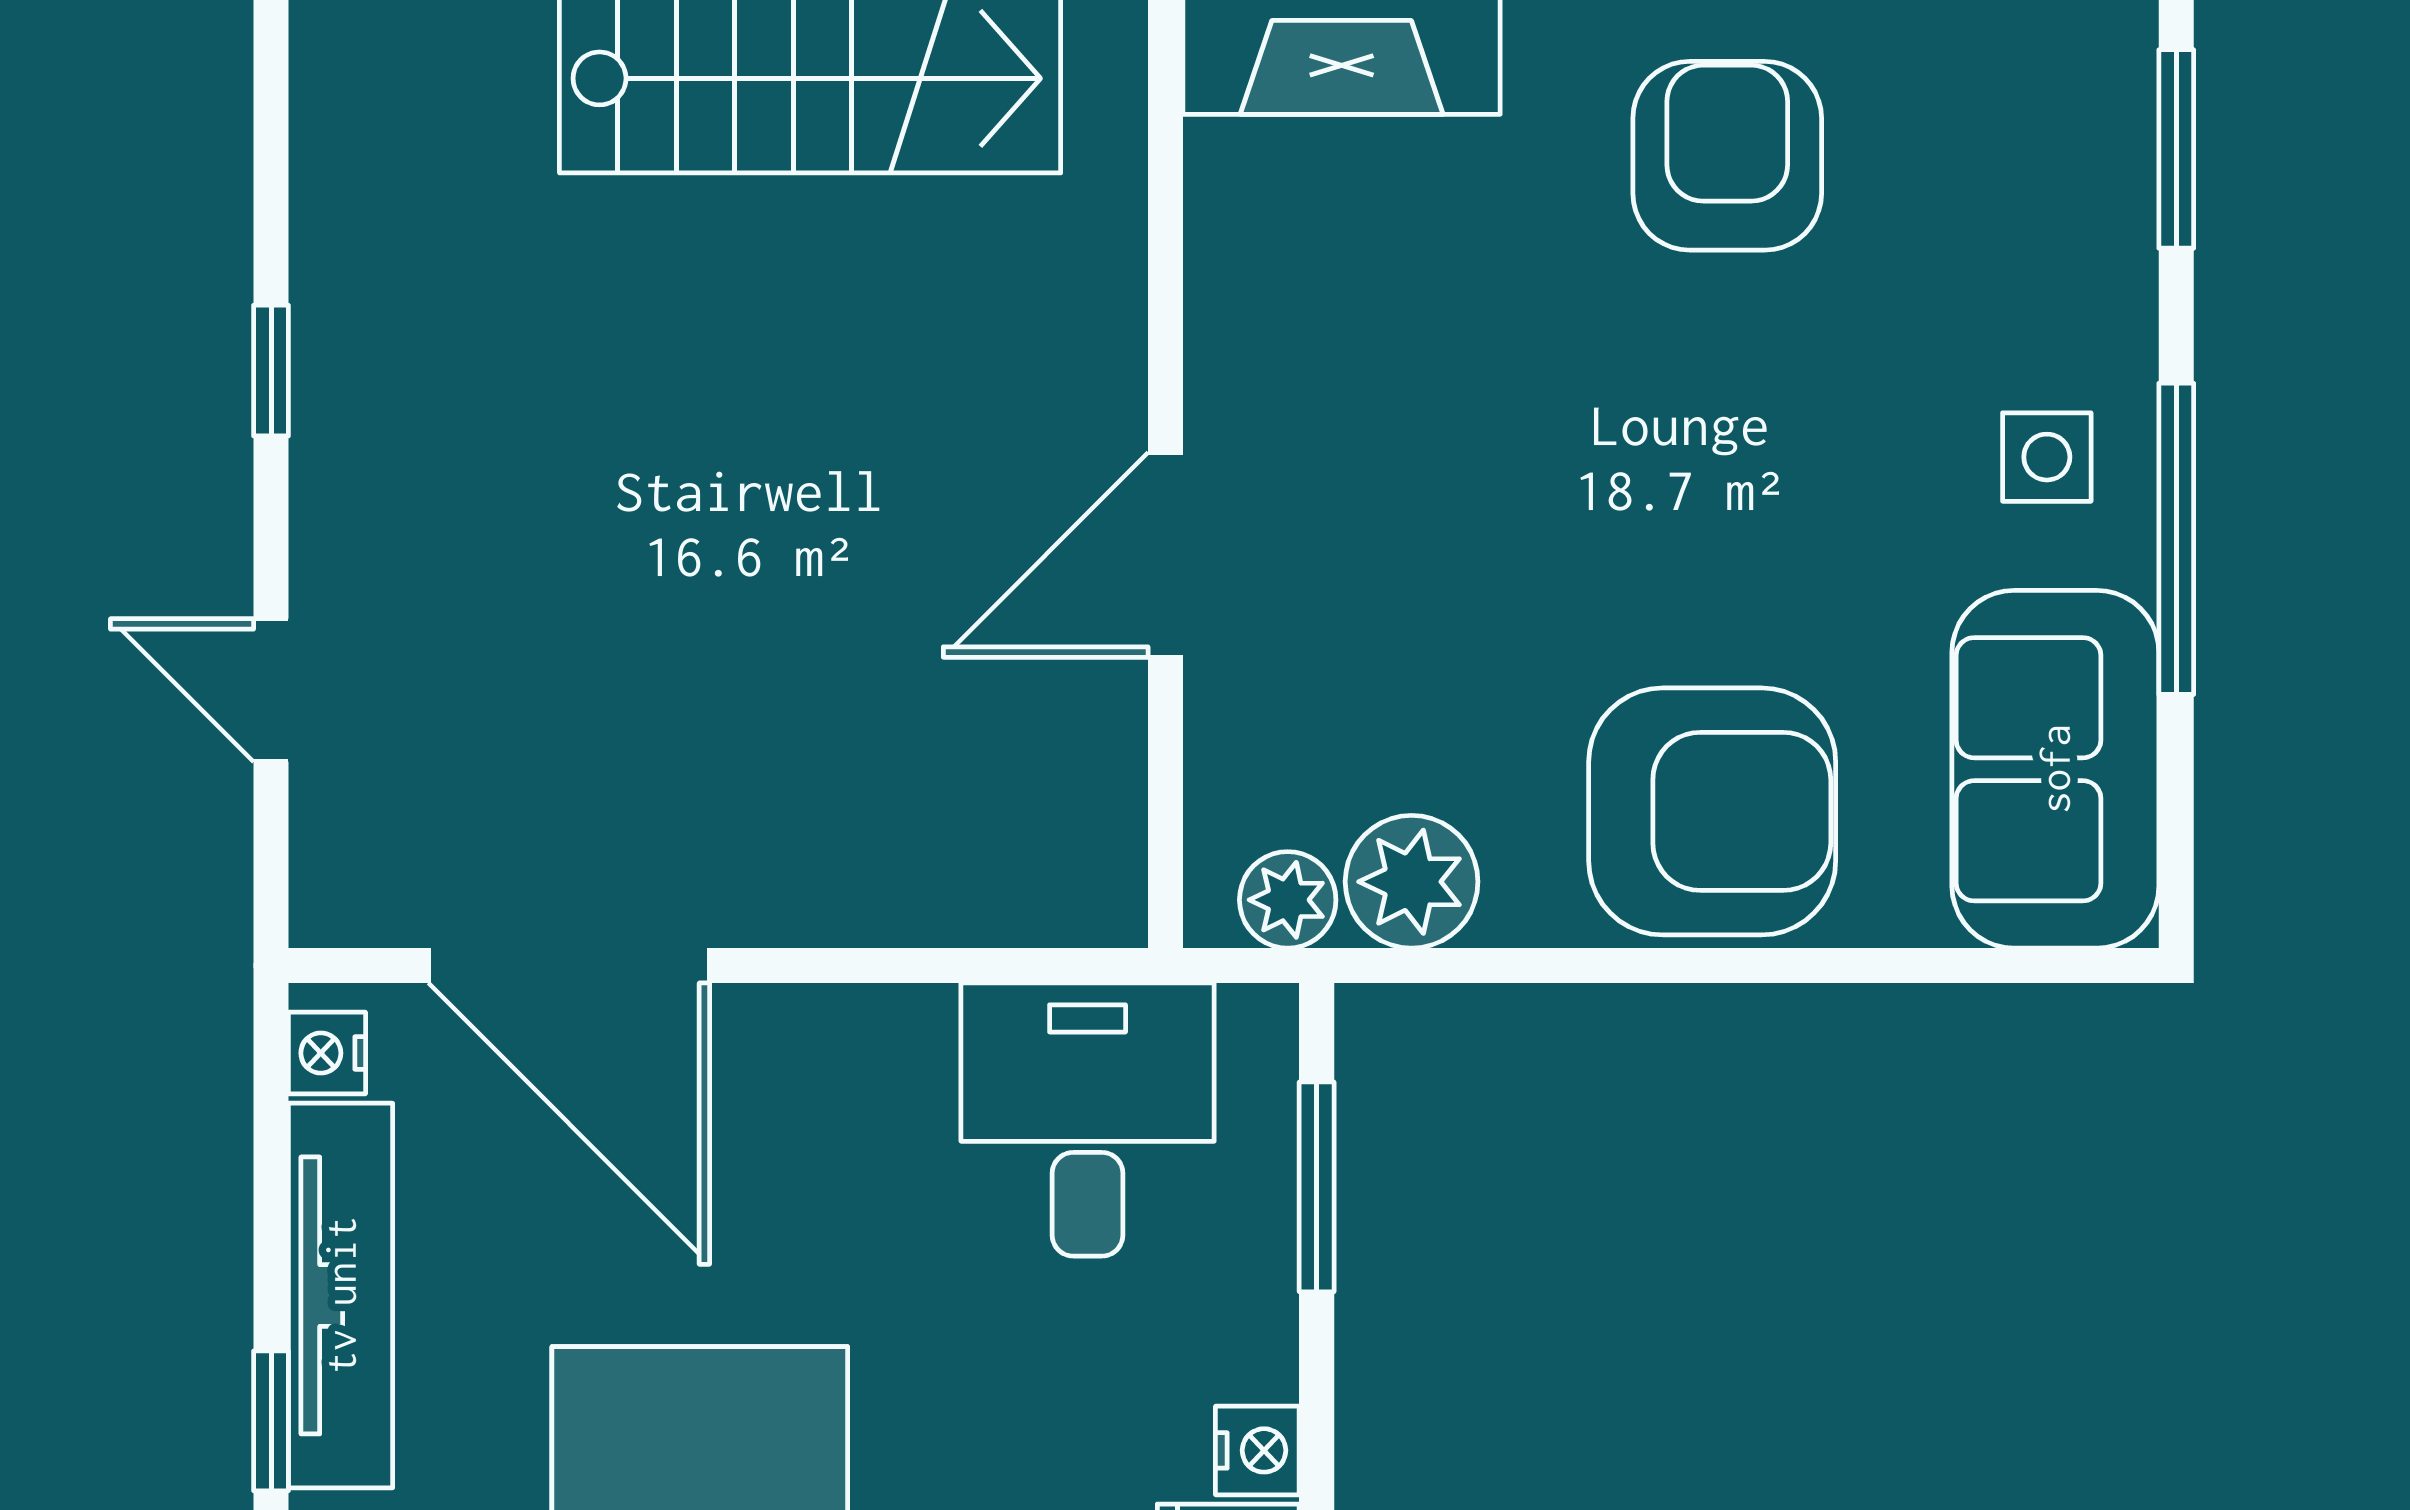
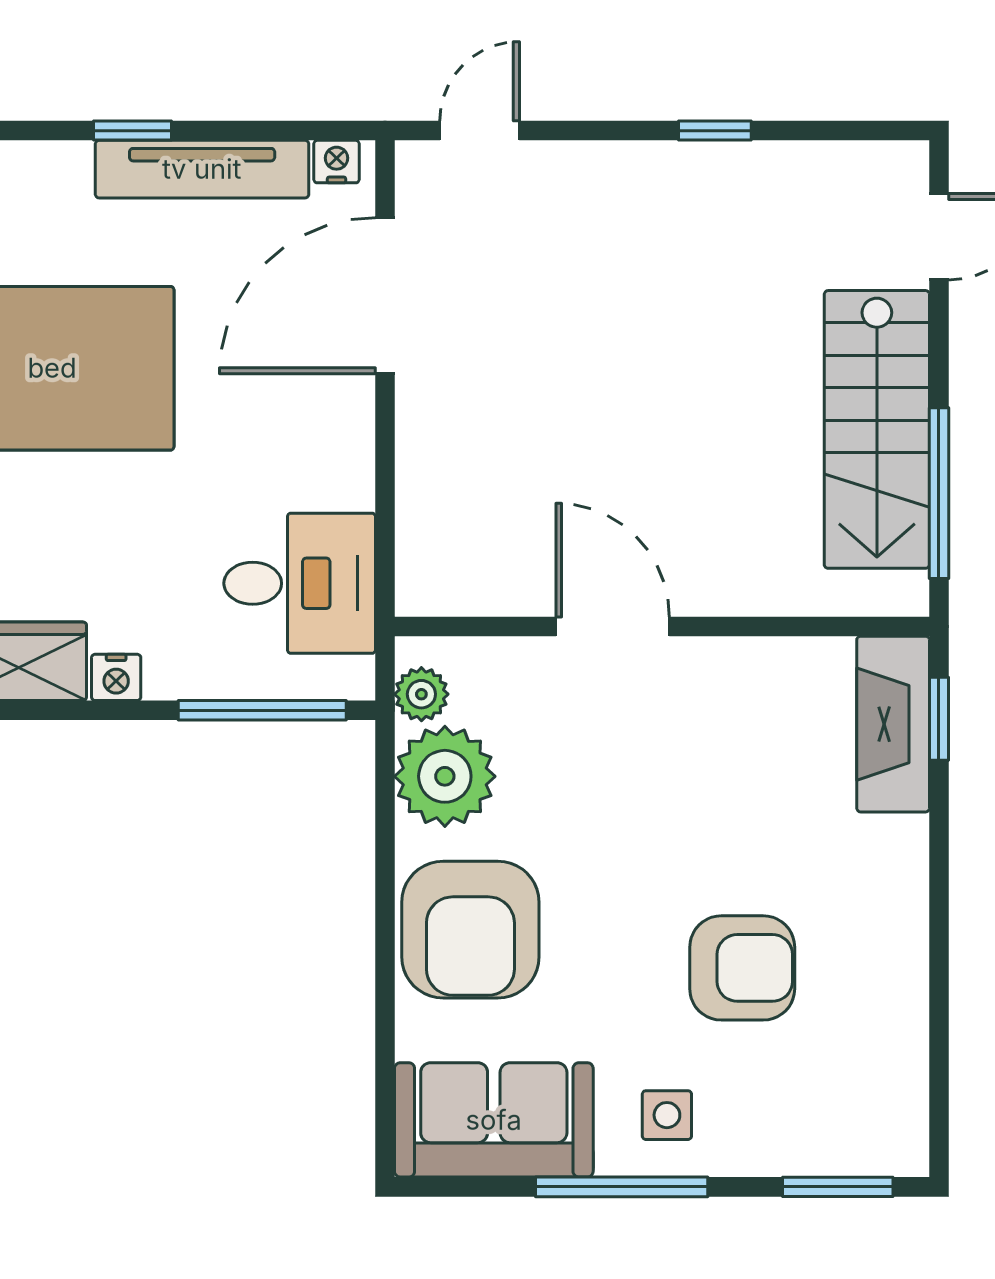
armchair: (1727, 156) -> (742, 968), moved
door: (271, 690) -> (480, 131), moved
plant: (1412, 882) -> (445, 776), width x1.36, depth x1.36
window: (1317, 1187) -> (262, 710), width x1.44

